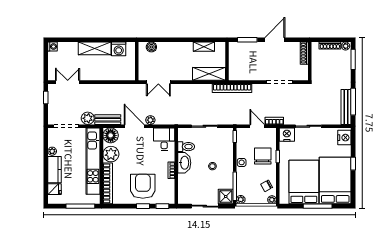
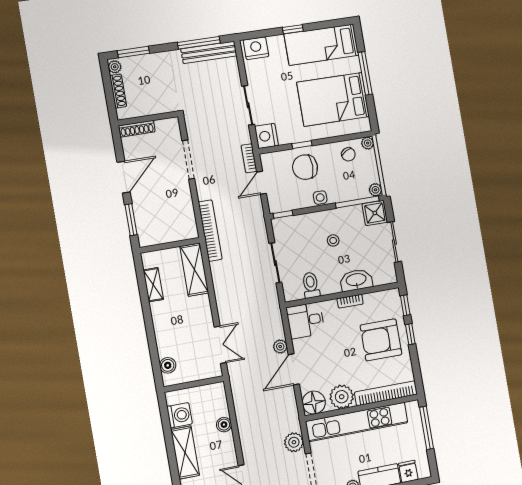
door: (275, 40) -> (124, 177), swing flipped
boiler: (107, 76) -> (224, 425), added
bench: (108, 120) -> (291, 411), removed
washbasin: (184, 163) -> (356, 280), moved
bed: (335, 181) -> (321, 45), width x0.67

